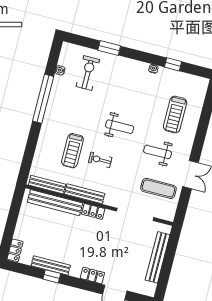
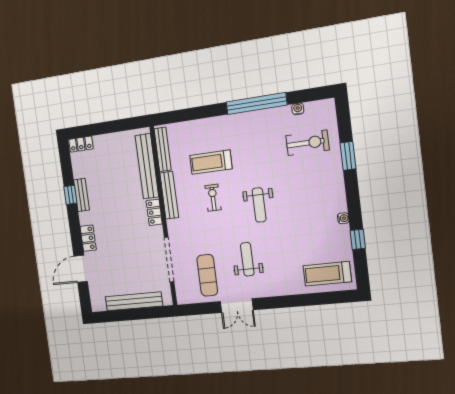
treadmill: (175, 115) -> (327, 274), moved
bench: (51, 265) -> (81, 195), width x0.73

